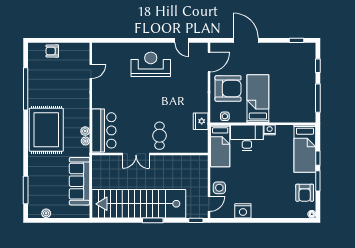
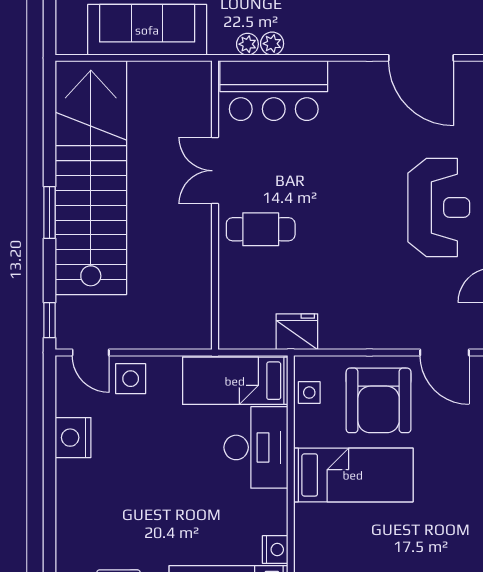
door: (91, 71) -> (421, 58), width x1.87
nightstand: (270, 130) -> (275, 550), moved

